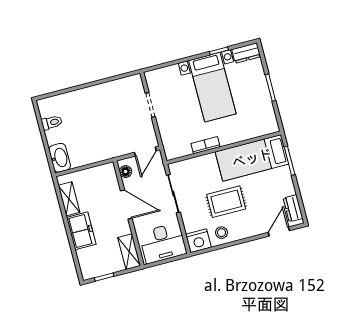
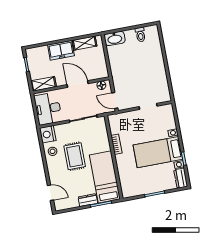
door: (126, 205) -> (78, 84), swing flipped
dresser: (293, 208) -> (88, 200), moved

